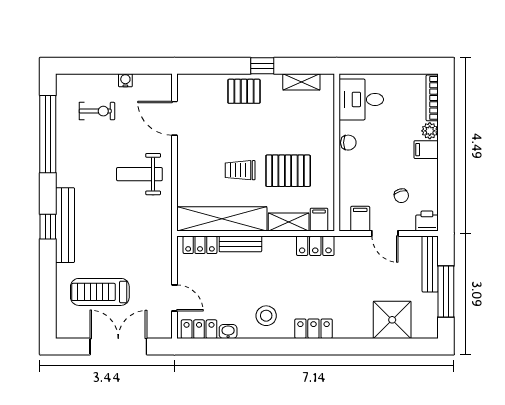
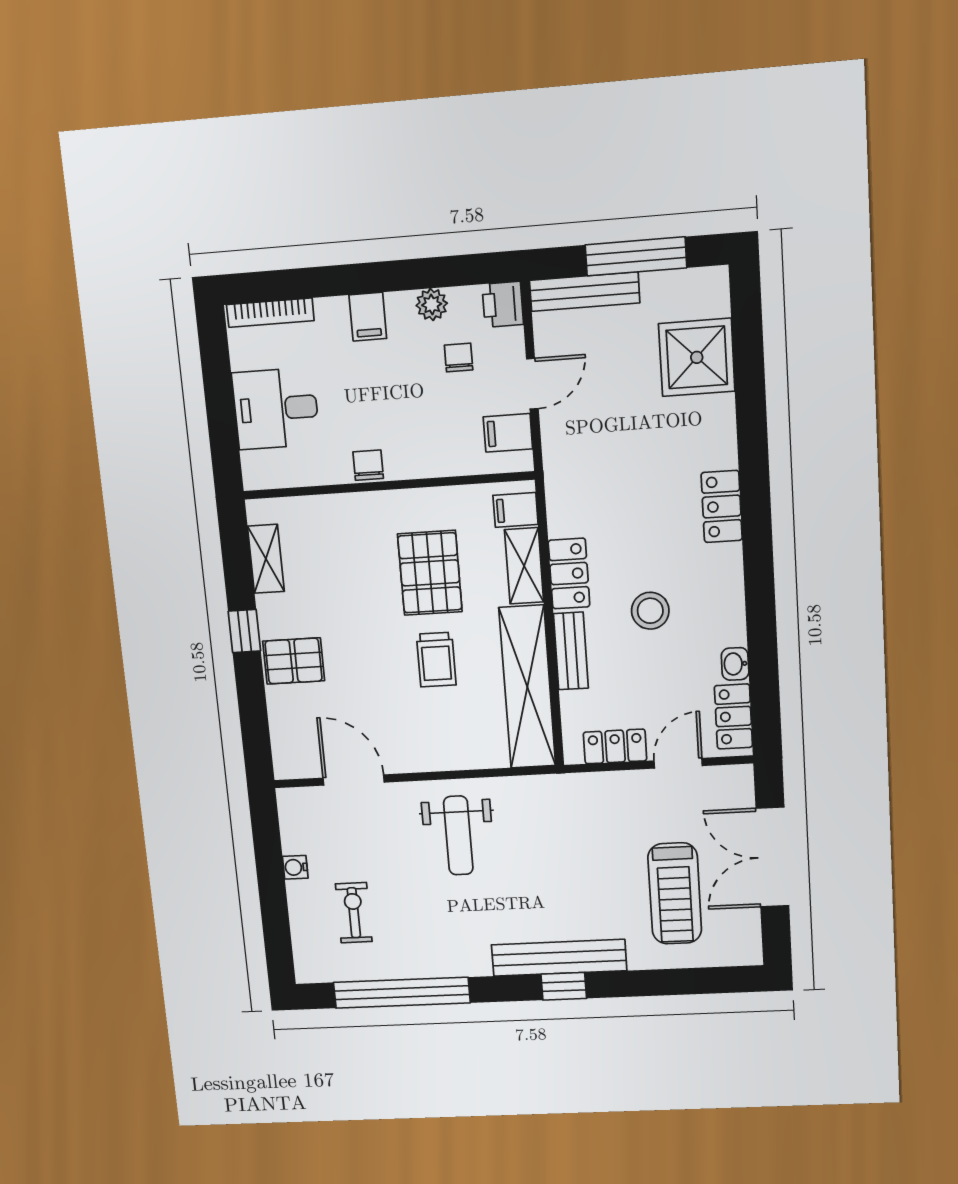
pallet: (244, 91) -> (294, 661), turned 90
desk: (361, 99) -> (276, 409), moved, turned 90
door: (174, 118) -> (354, 780), swing flipped
plant: (430, 131) -> (432, 304), moved
chair: (401, 196) -> (459, 358), turned -73
locker: (200, 245) -> (615, 746), moved, turned -90
locker: (315, 246) -> (569, 574), moved
stool: (266, 316) -> (650, 611), moved

